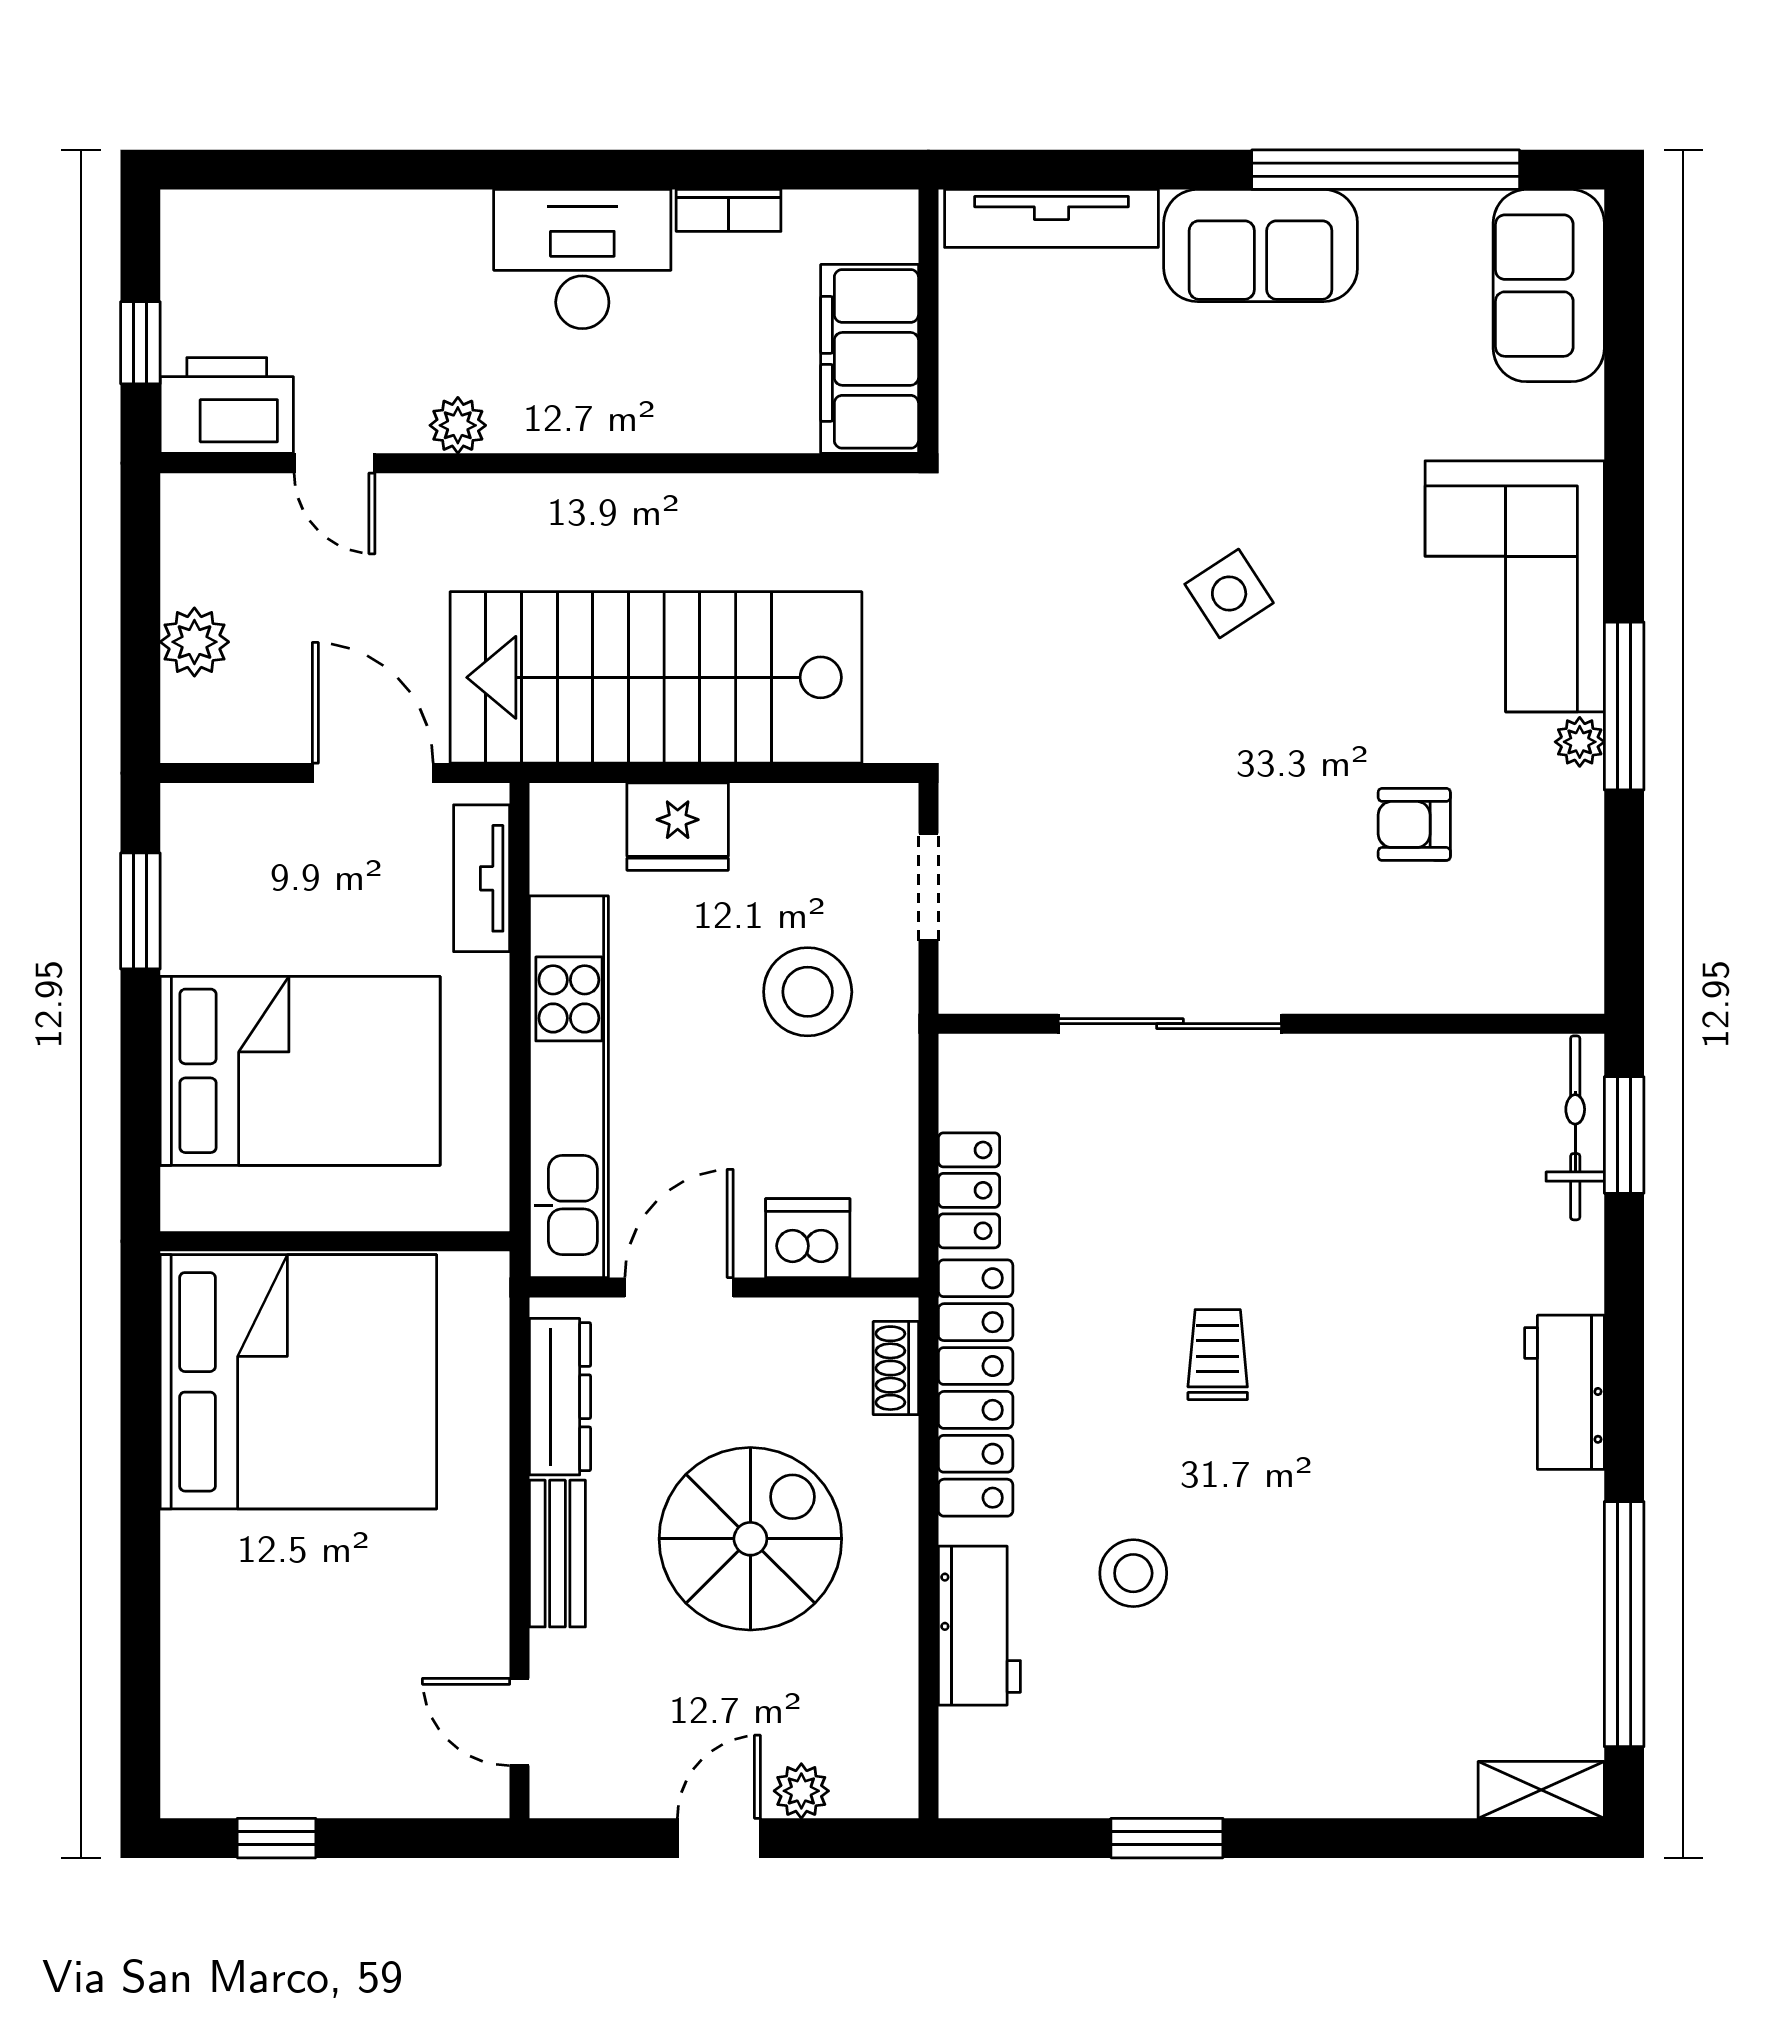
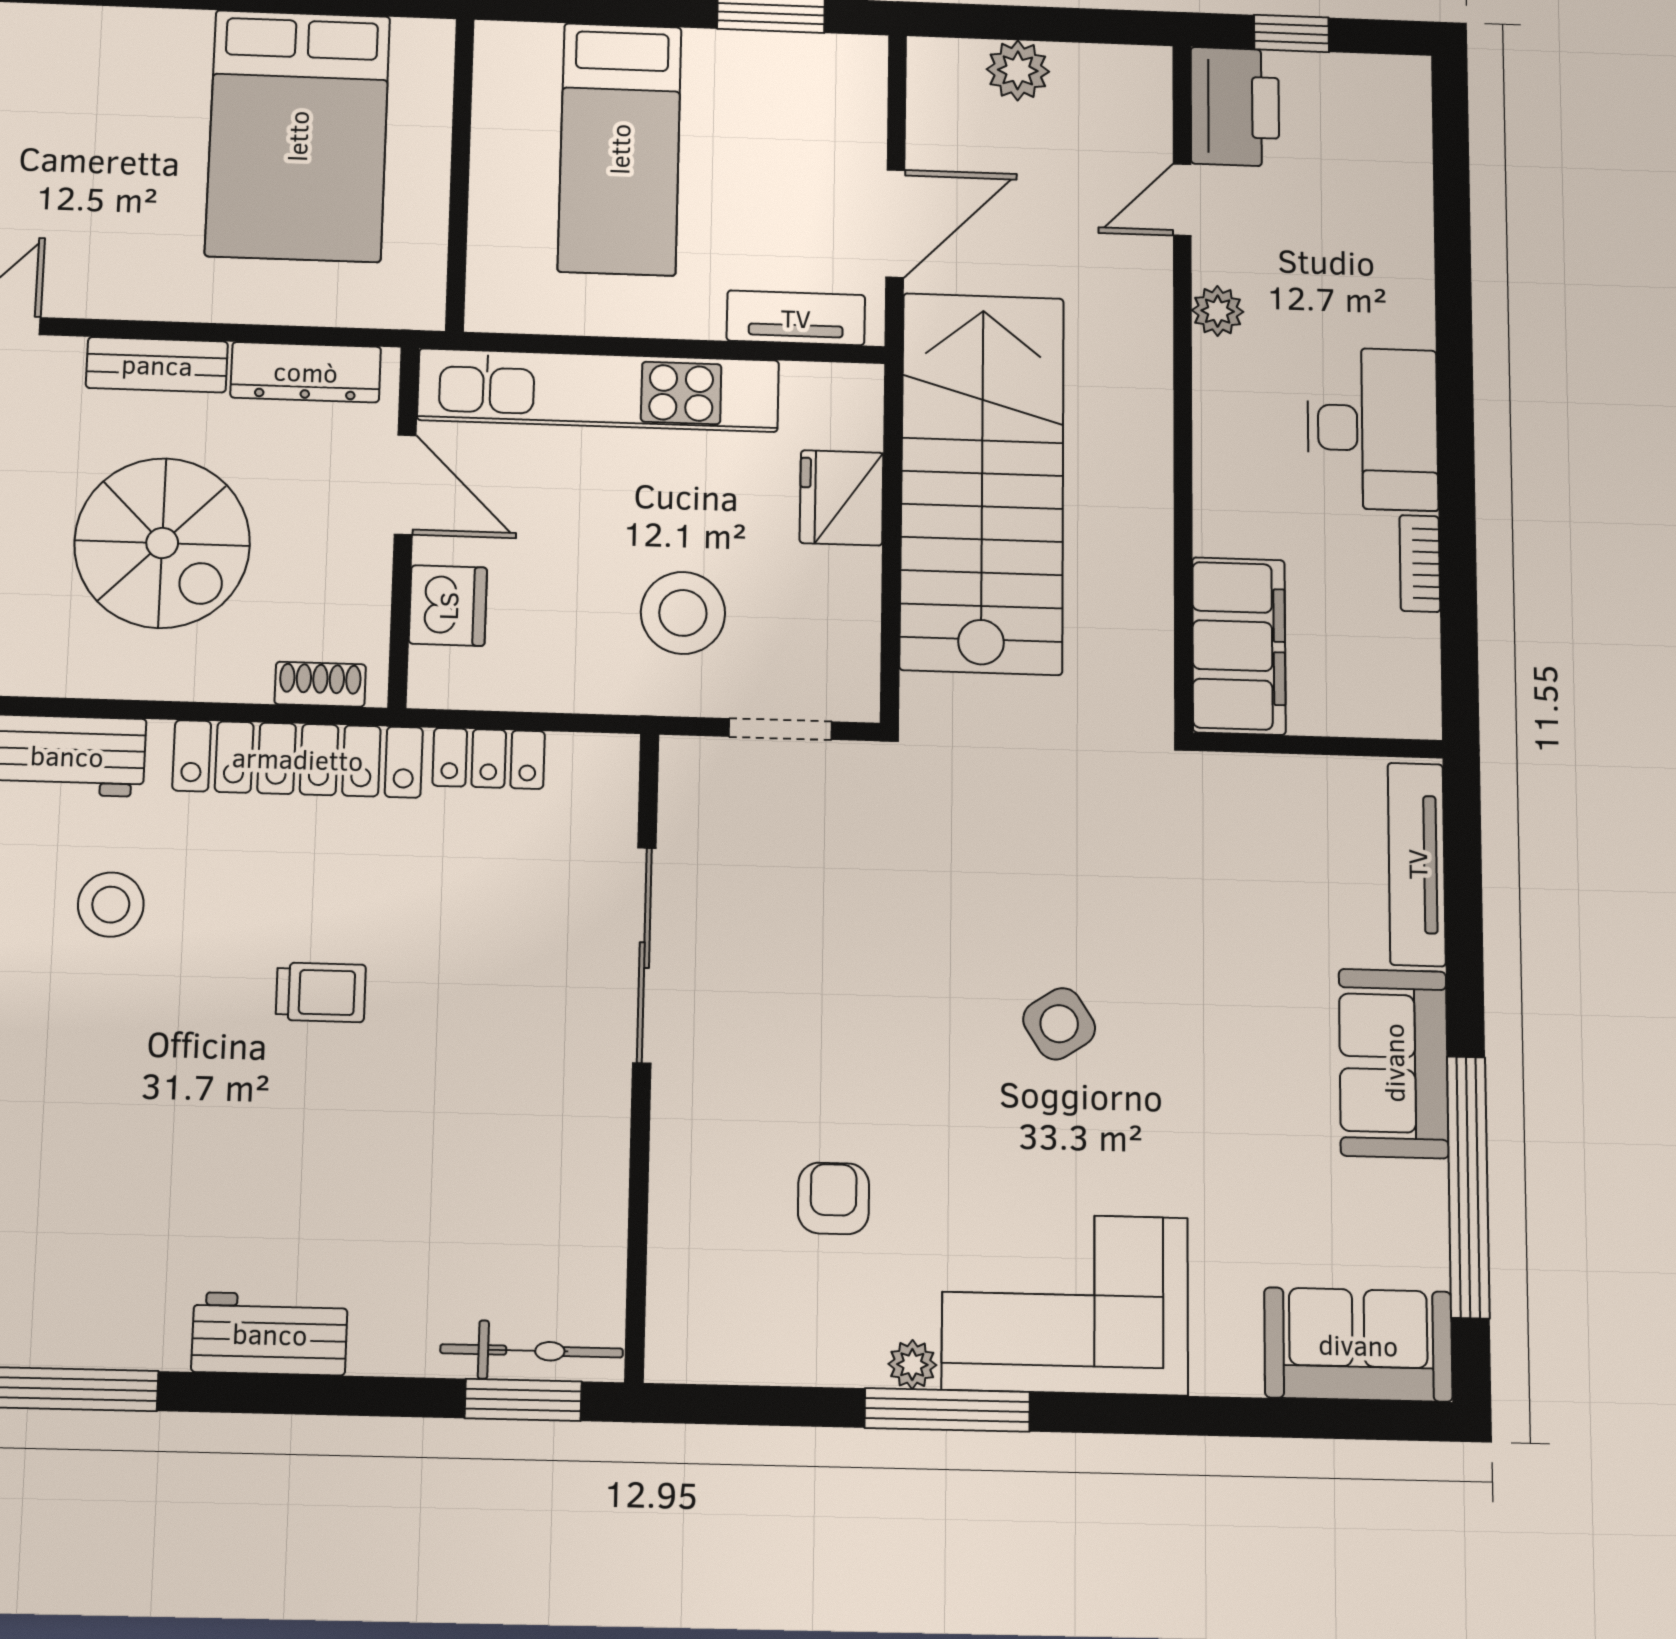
filing cabinet: (870, 359) -> (1239, 646), moved, turned 90
bed: (300, 1071) -> (620, 149), width x0.67
bed: (298, 1382) -> (298, 136), width x0.73

